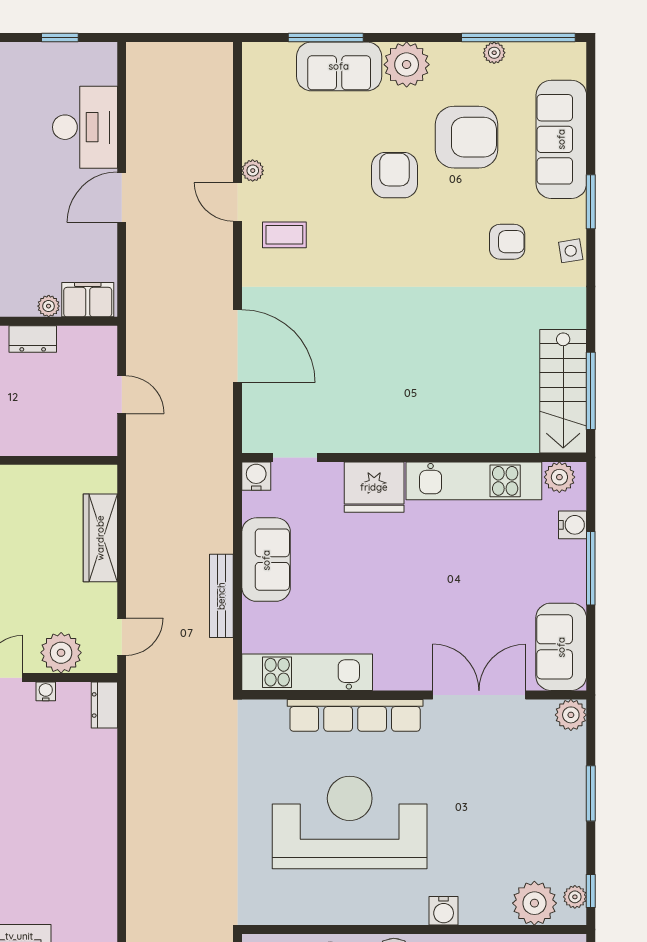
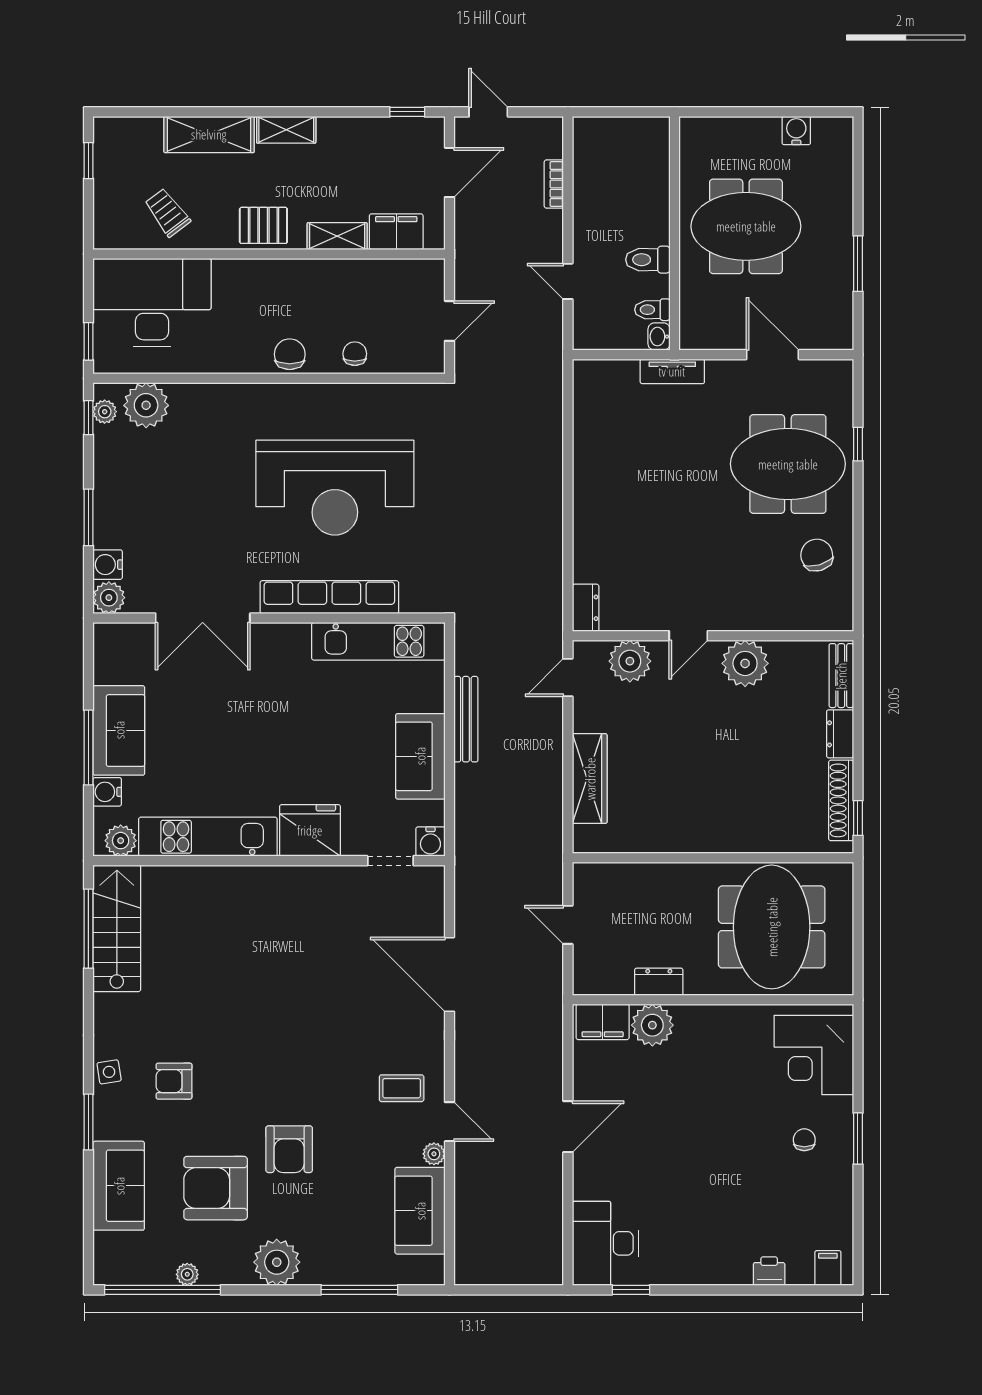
sofa: (339, 66) -> (420, 1211), moved, turned -90
desk: (85, 127) -> (605, 1243), moved
sofa: (561, 139) -> (119, 1186), width x0.73
plant: (49, 306) -> (652, 1025), width x1.88, depth x1.88
sofa: (561, 647) -> (119, 730), moved
water cooler: (46, 691) -> (645, 622), removed
water cooler: (444, 911) -> (108, 565), moved, turned -90

